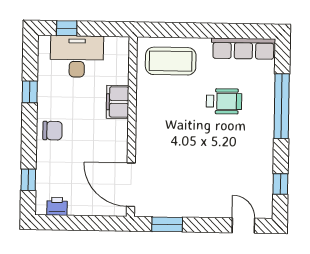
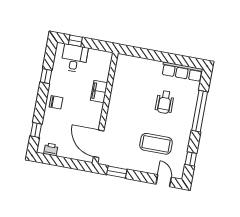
desk: (77, 56) -> (74, 58), width x0.73
coffee table: (171, 61) -> (156, 144), moved
wheelchair: (224, 101) -> (165, 102), turned 90

